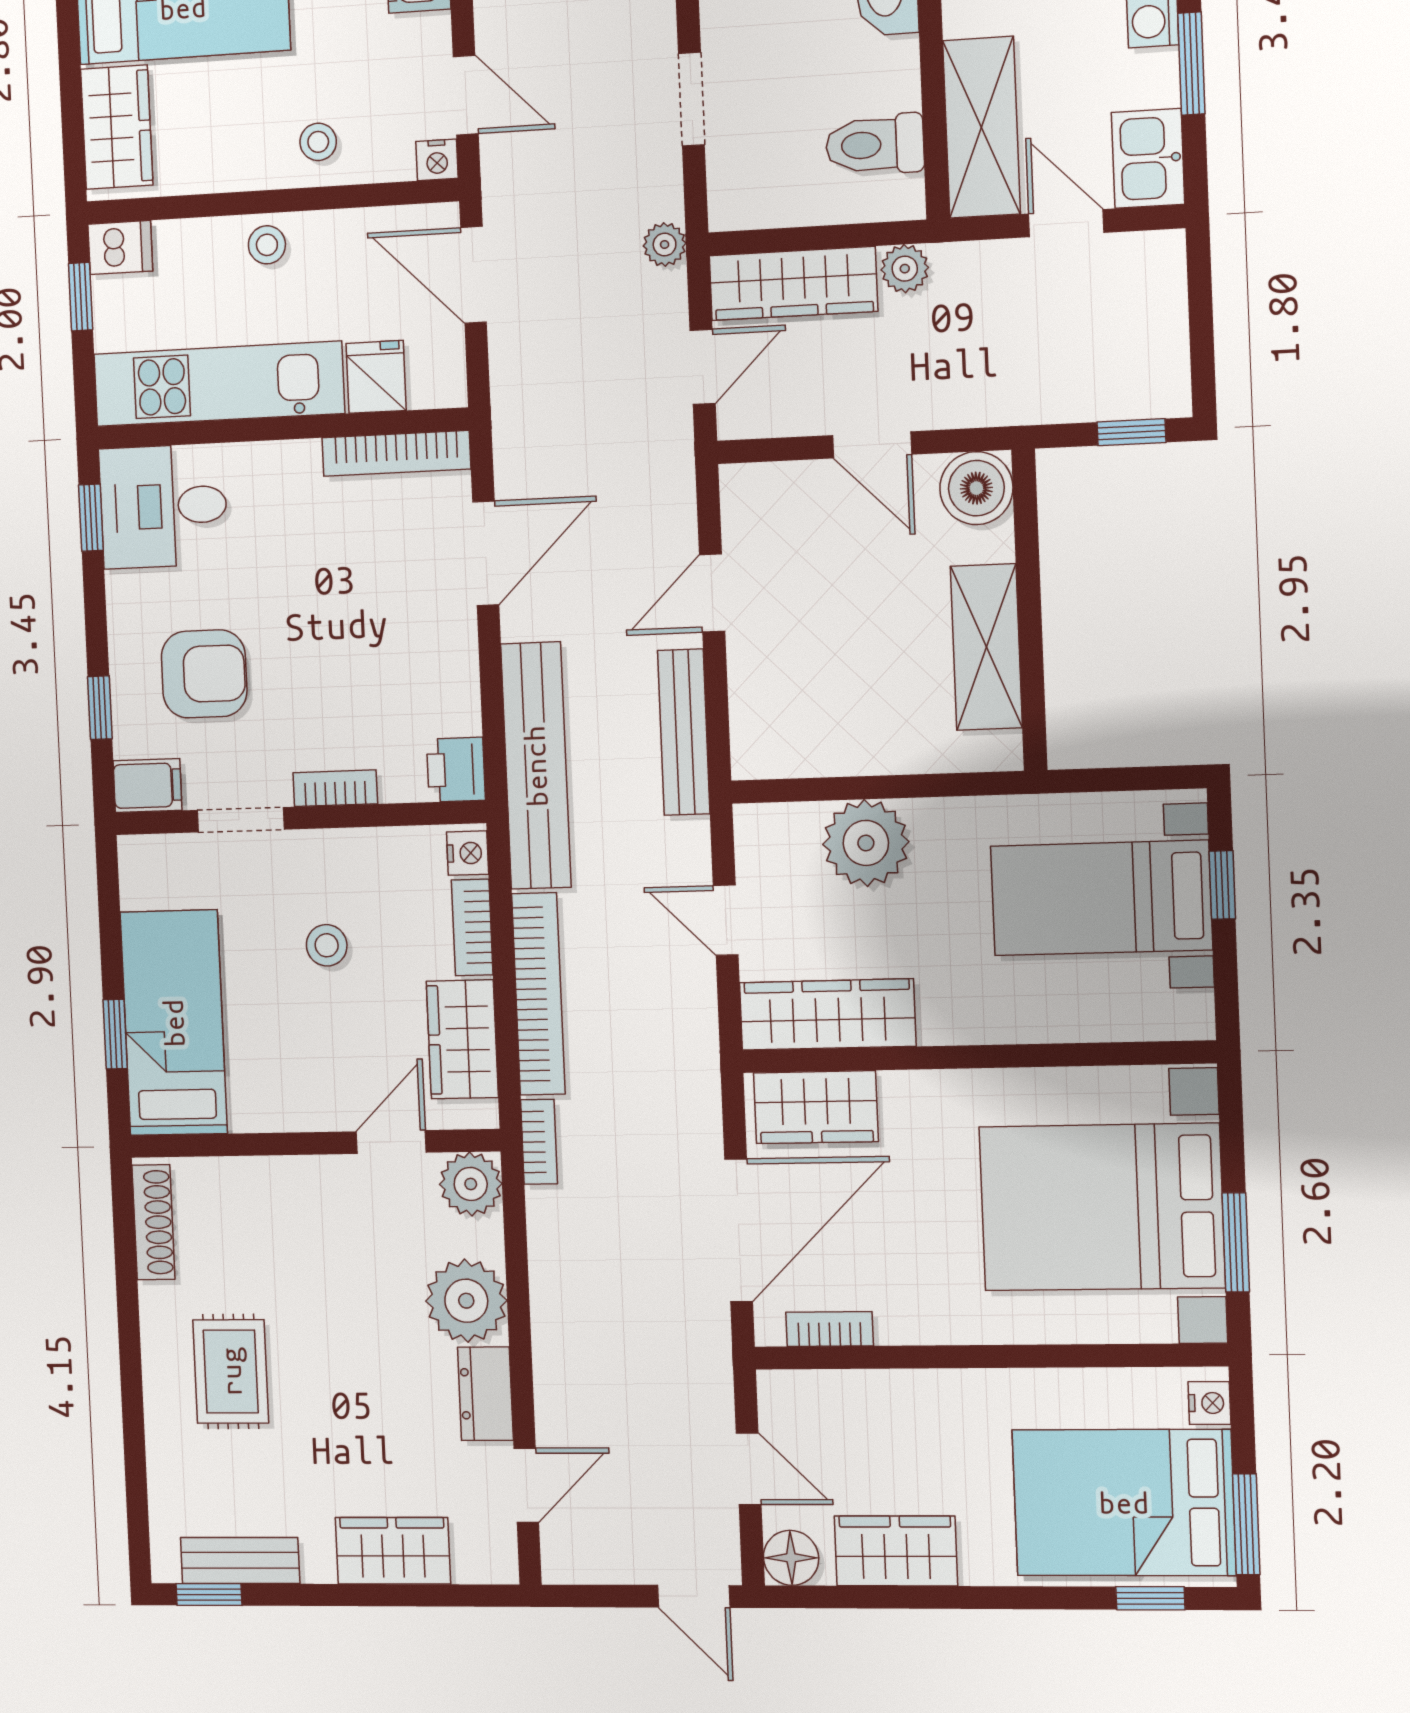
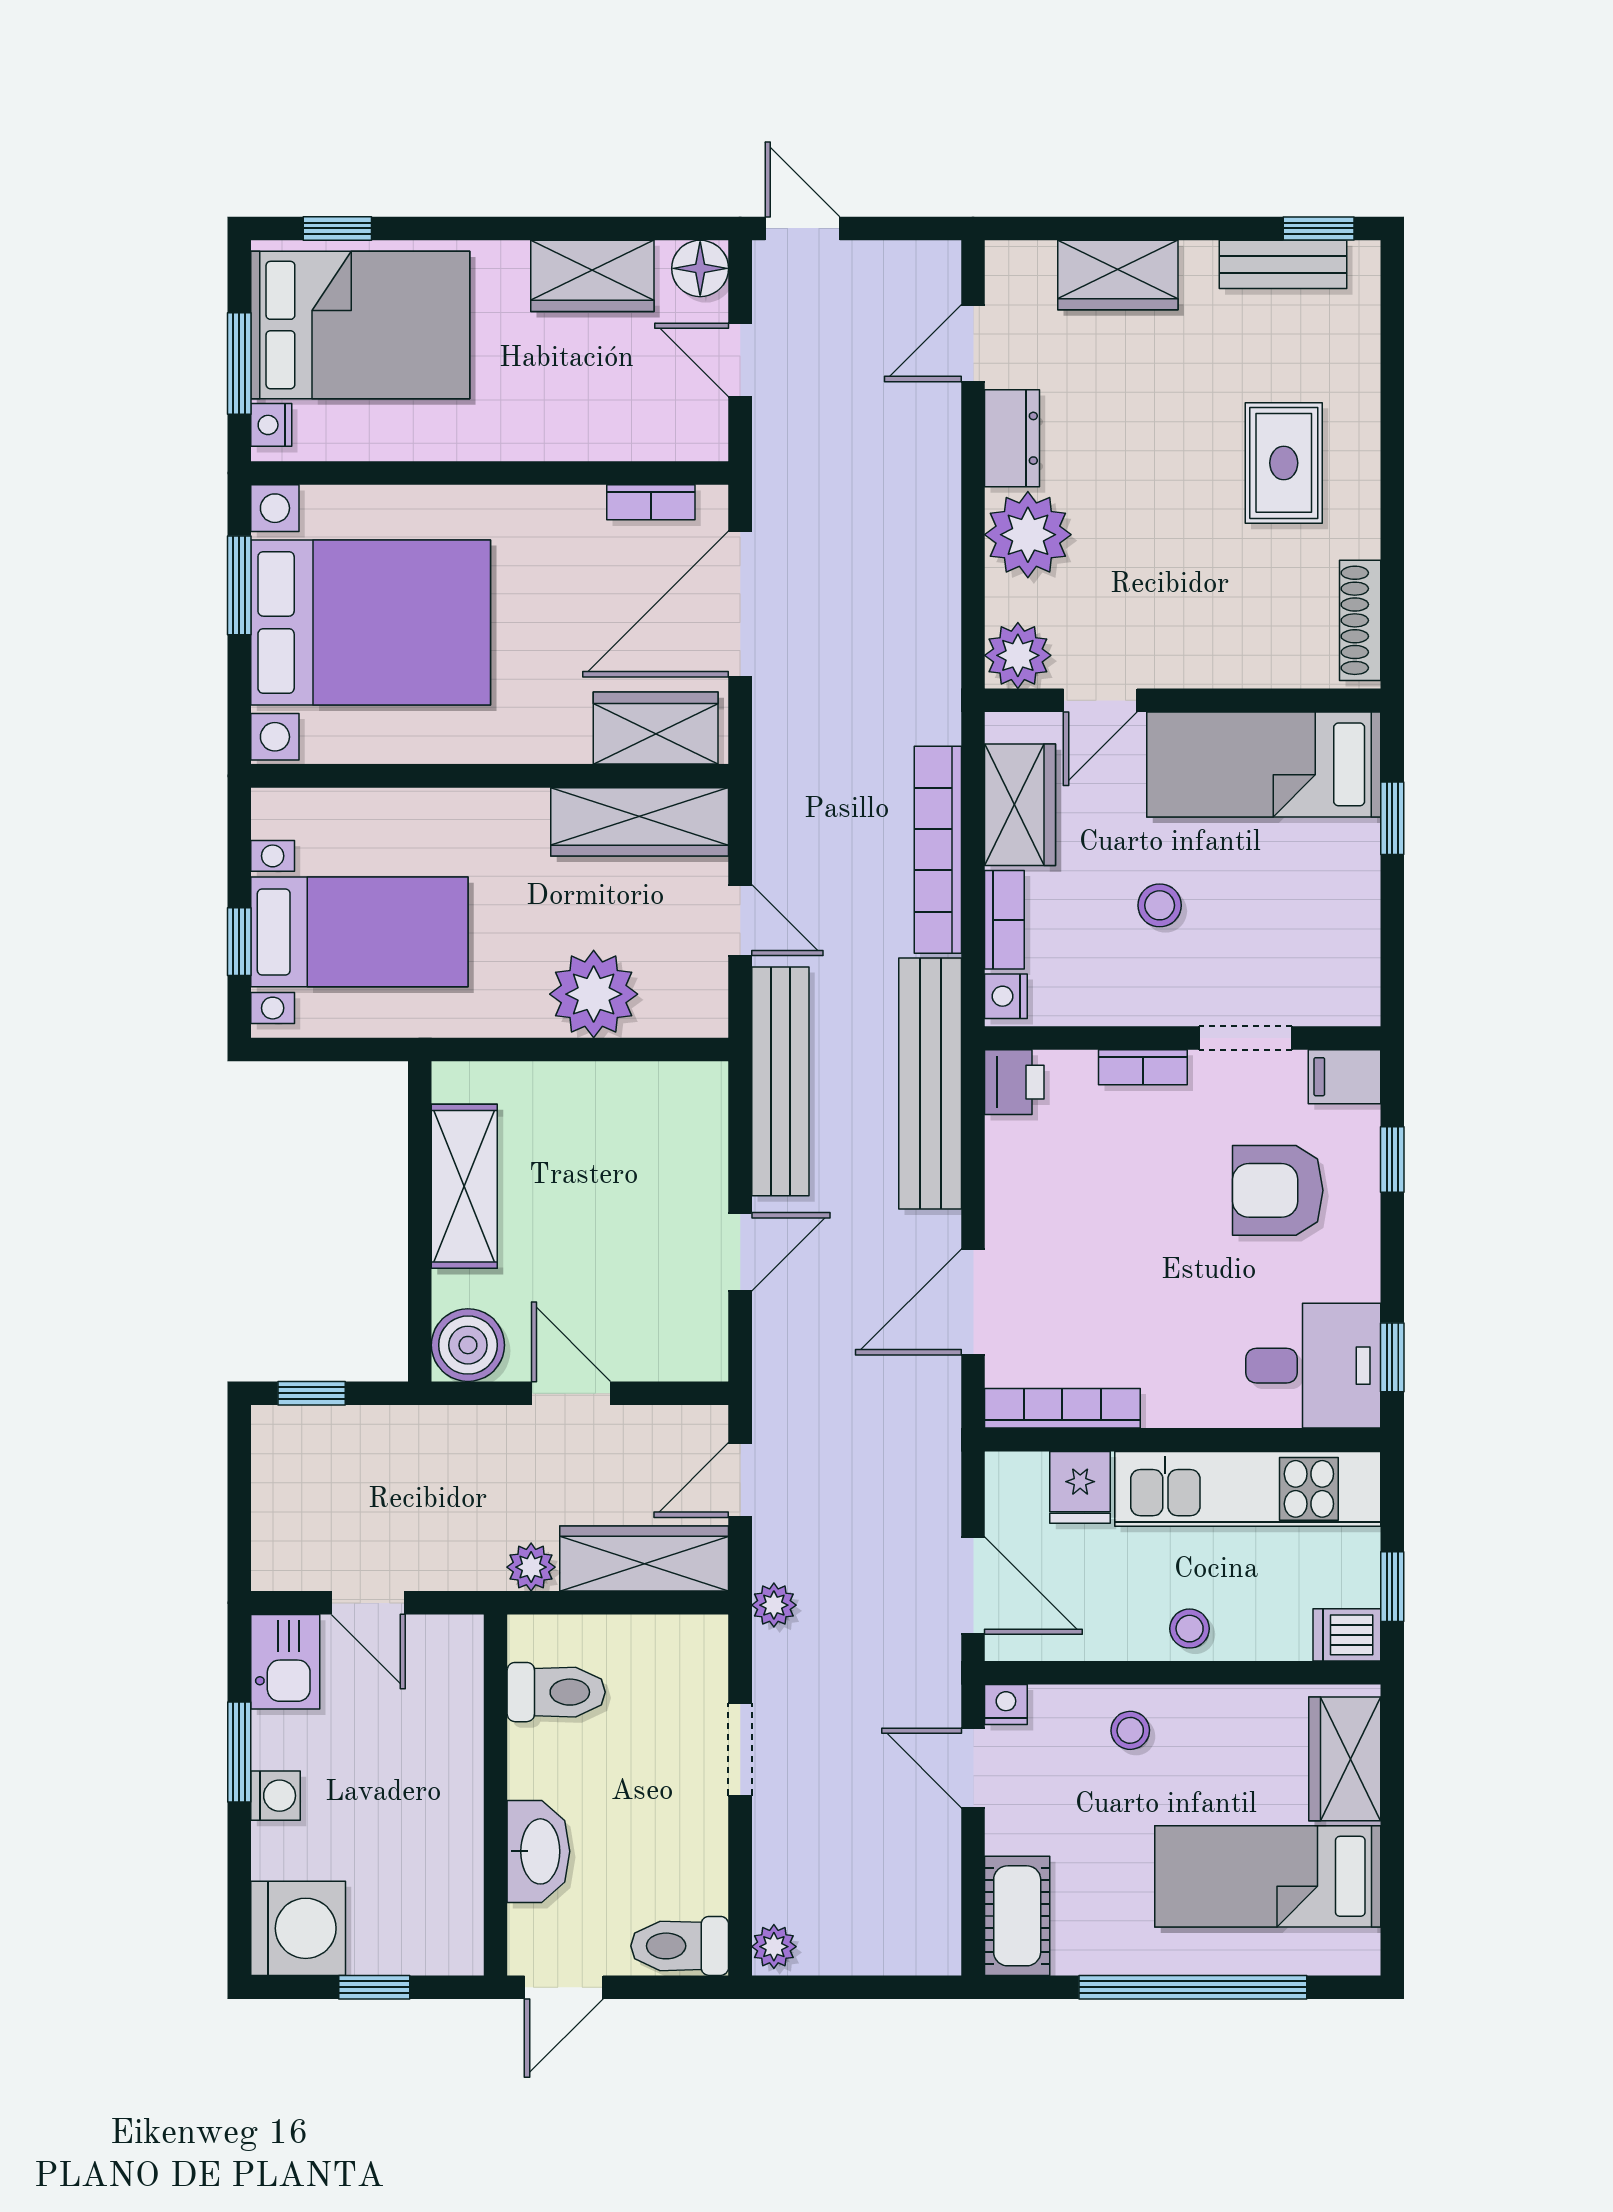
shelving: (981, 127) -> (449, 1703), removed
bench: (684, 732) -> (780, 1081), width x1.37, depth x1.21
bed: (174, 1023) -> (1264, 764), moved, turned 90
bookcase: (539, 1142) -> (944, 698), removed
window: (1246, 1524) -> (239, 363), moved

